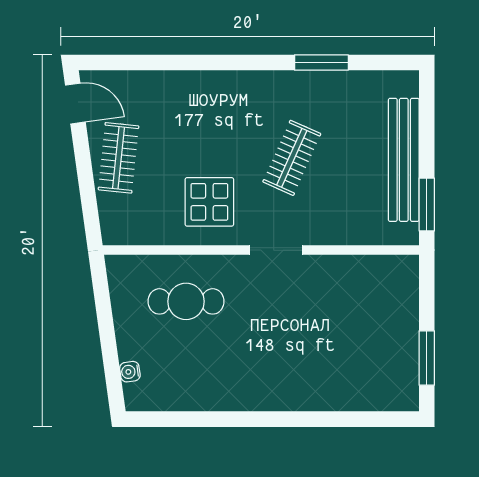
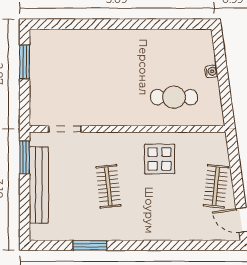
clothes rail: (292, 158) -> (108, 186), turned -30
doorway: (276, 250) -> (65, 129), moved
water cooler: (130, 372) -> (211, 71), moved

